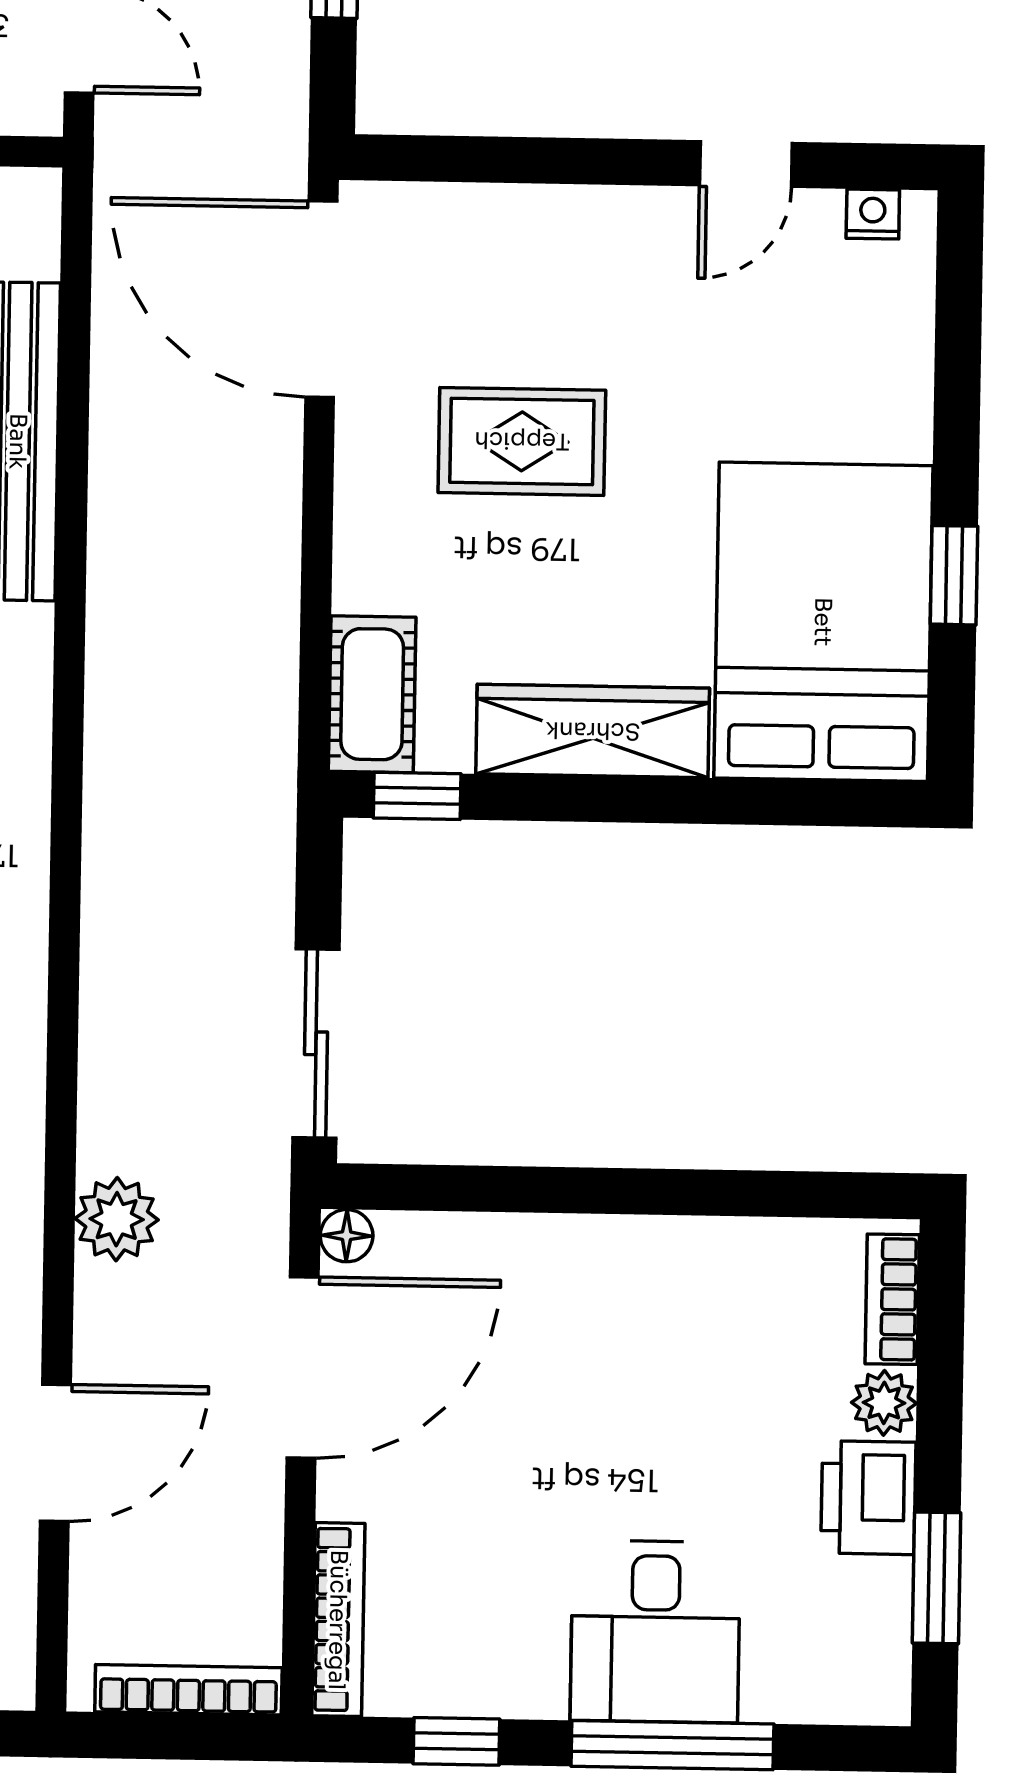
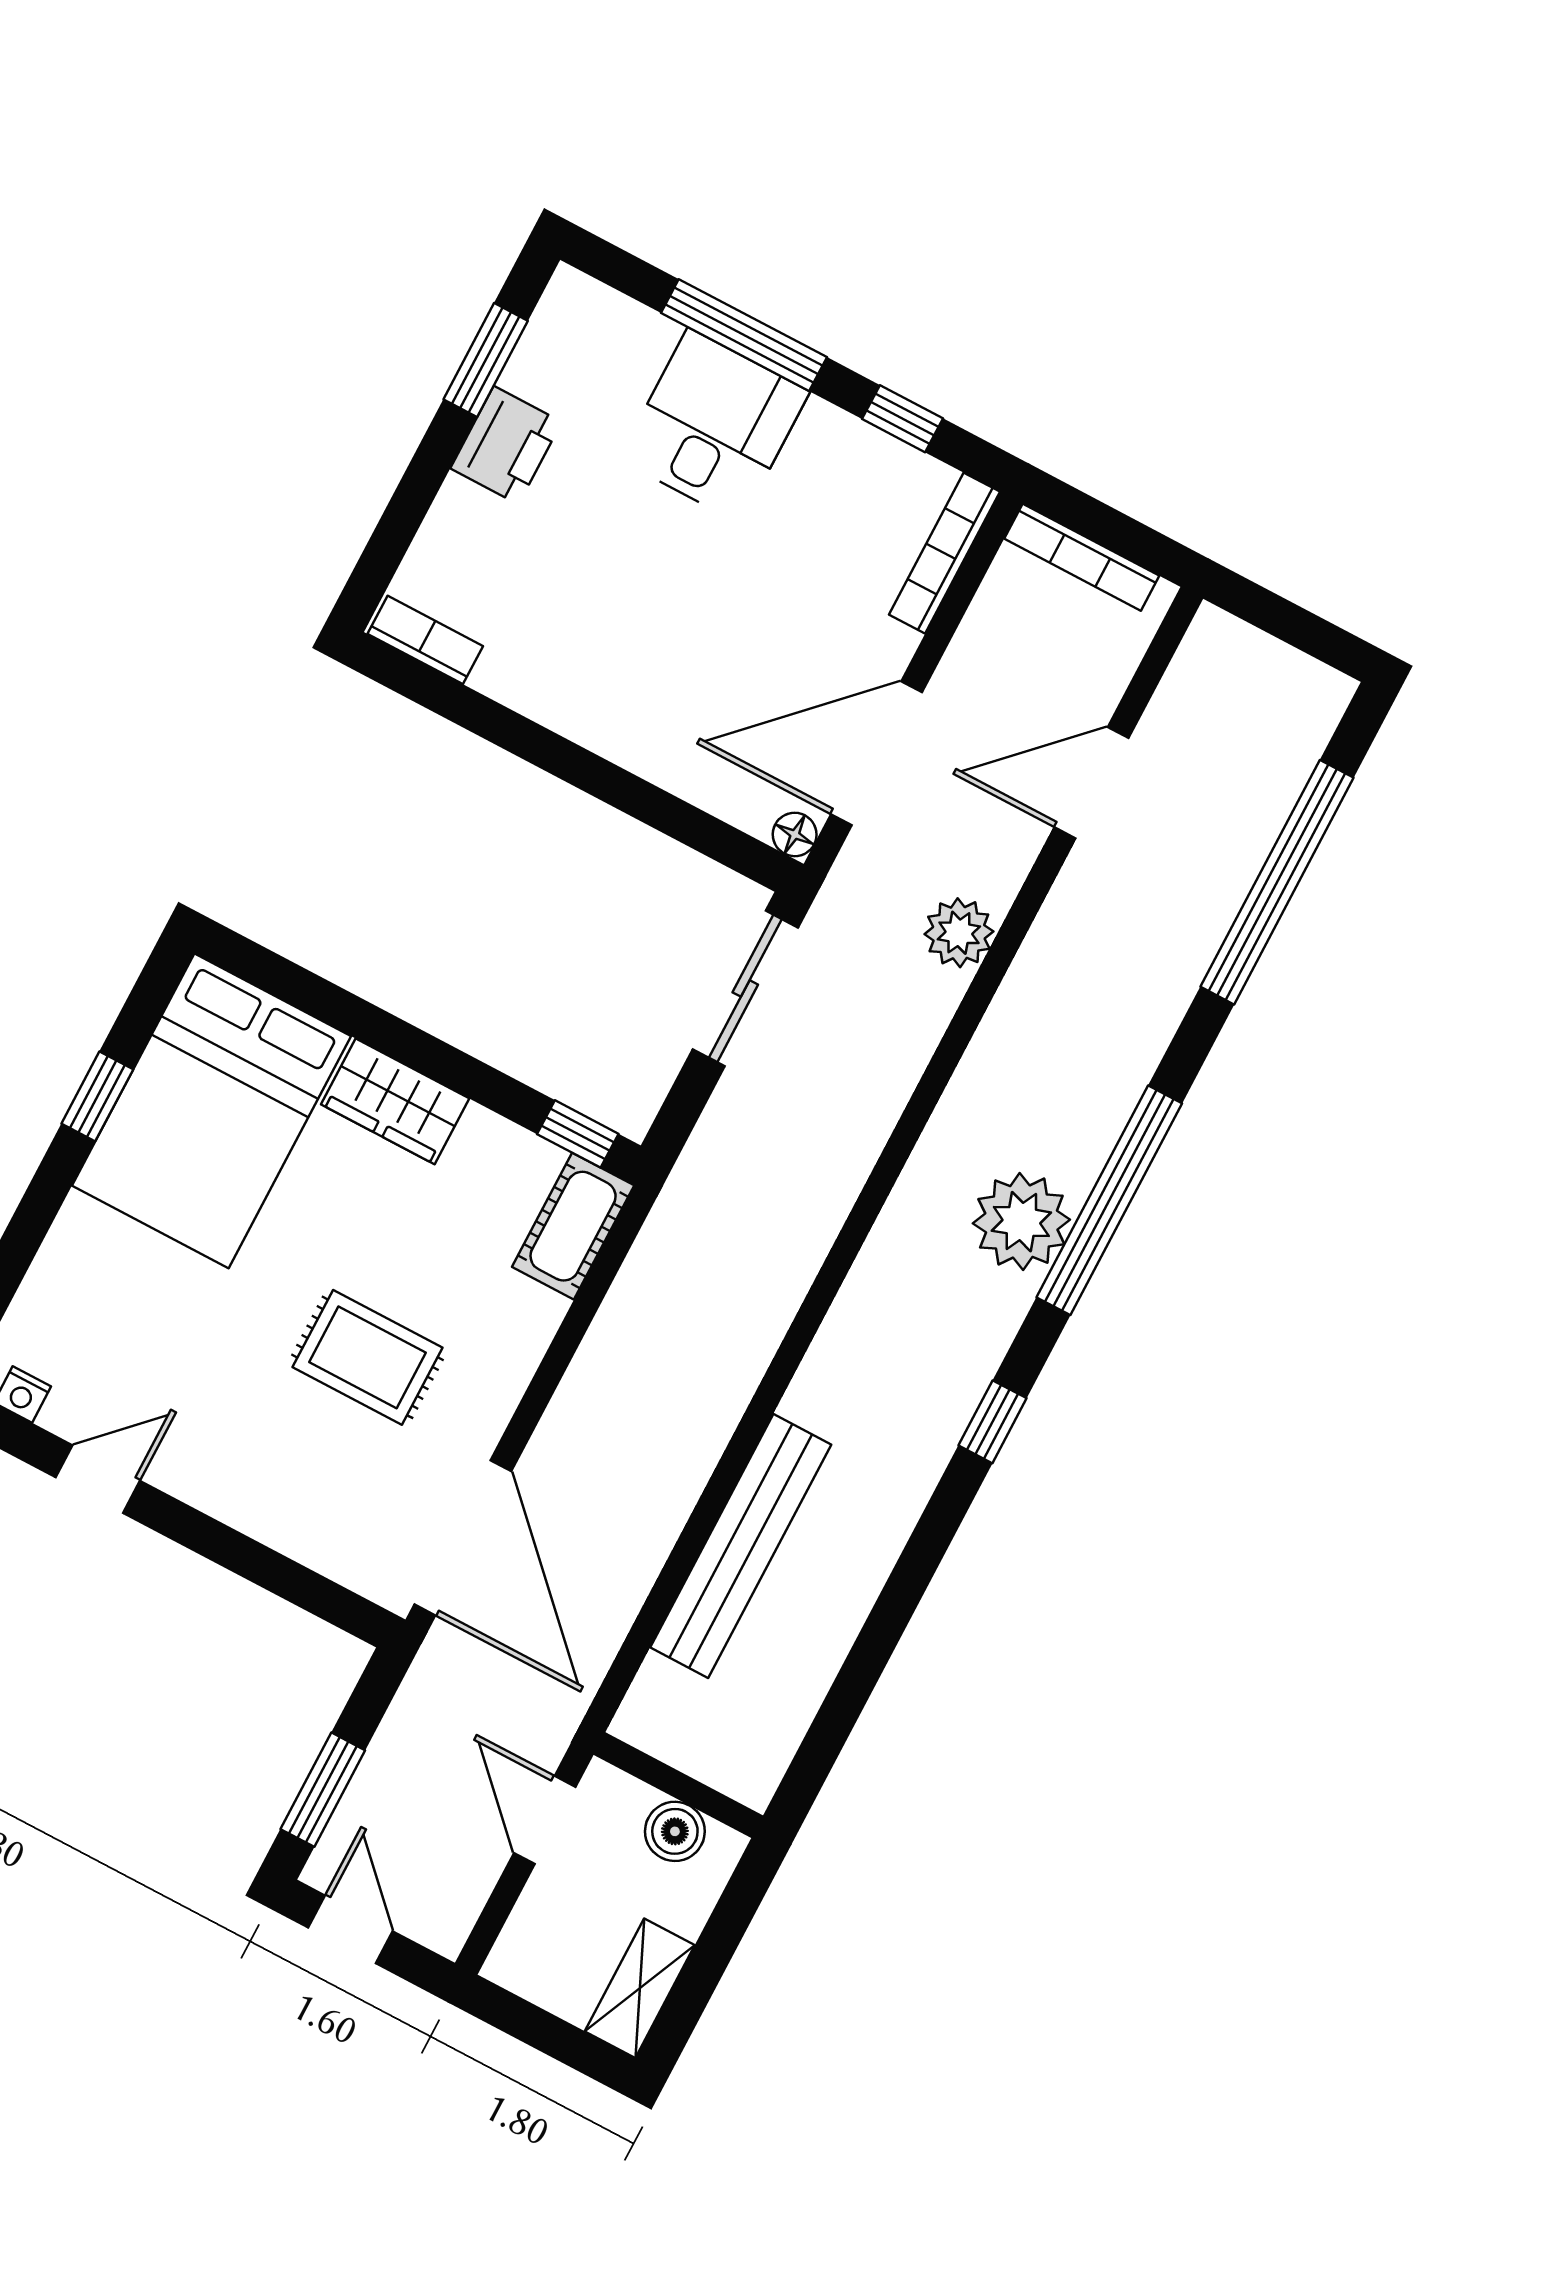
wardrobe: (593, 731) -> (395, 1101), width x0.67
bookcase: (892, 1299) -> (425, 640), moved, turned -90
plant: (884, 1403) -> (459, 509), removed

